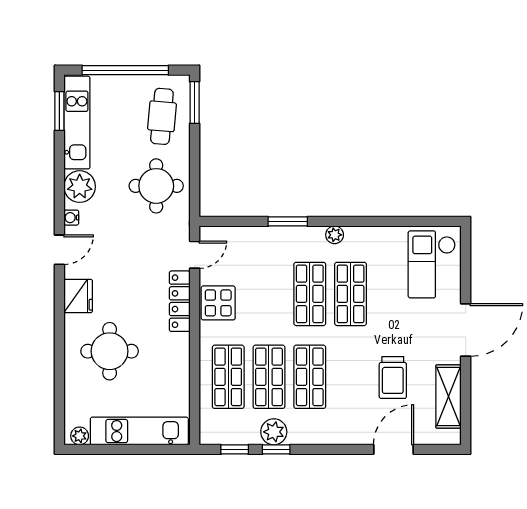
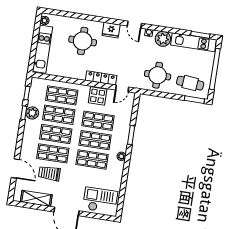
door: (195, 255) -> (122, 88), hinge flipped
shop shelf: (269, 294) -> (98, 121), added
shop shelf: (351, 377) -> (53, 153), added

